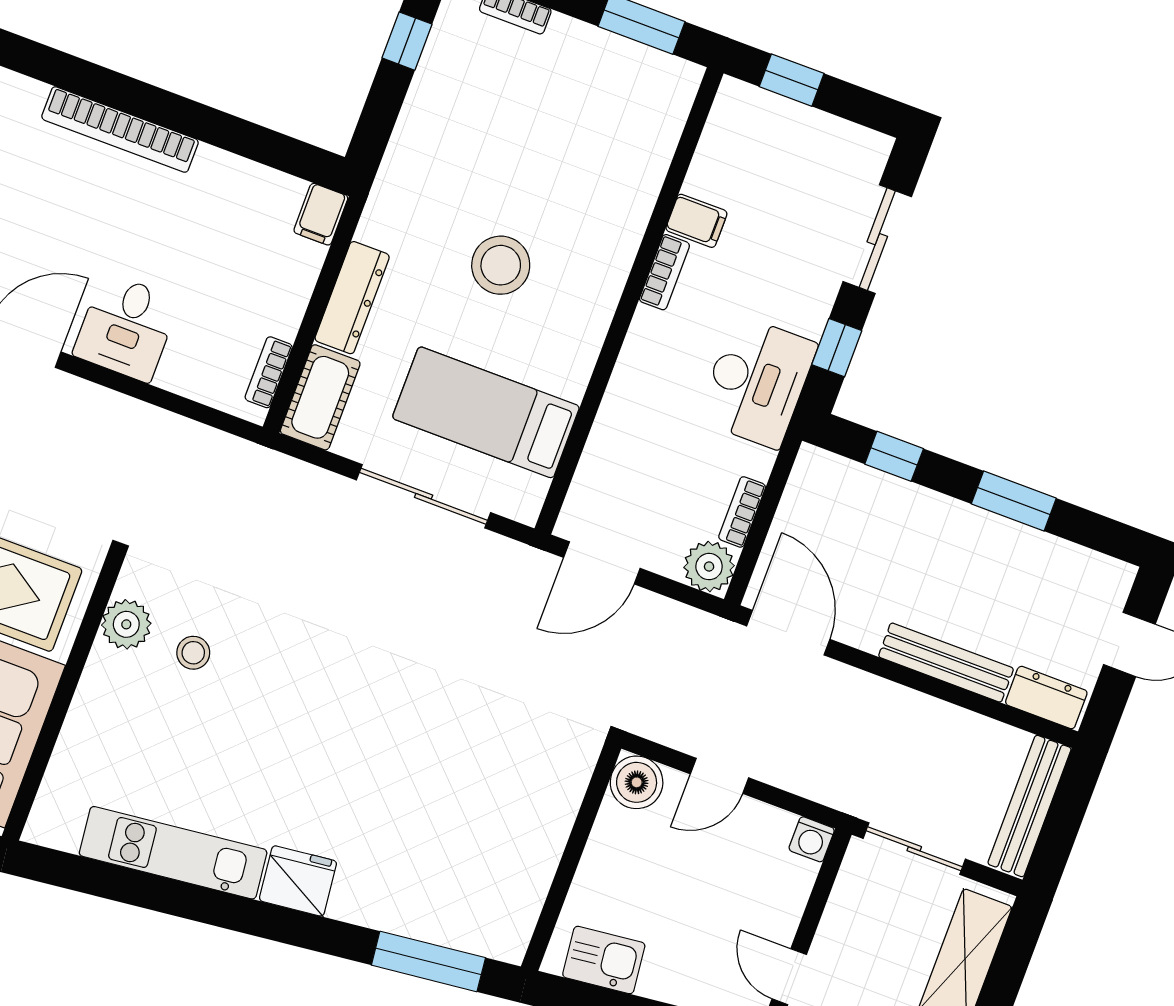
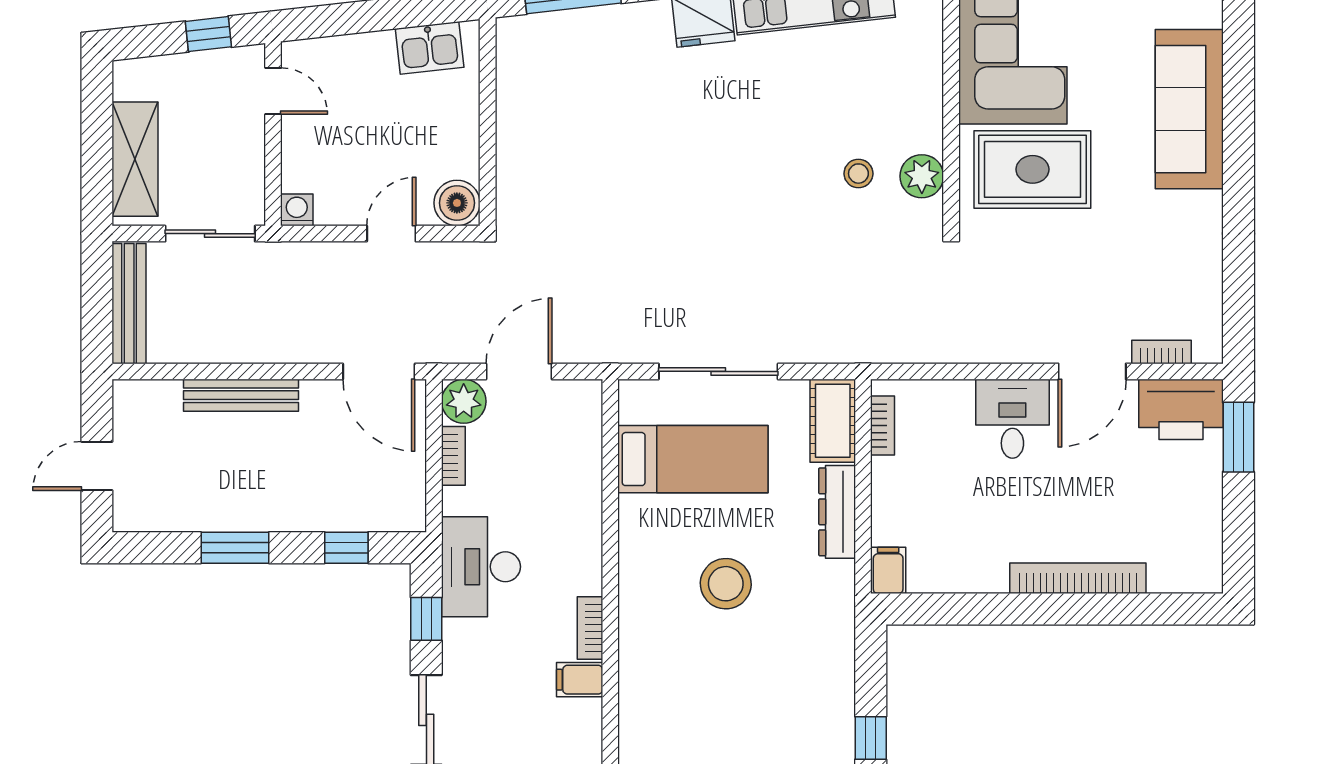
door: (602, 563) -> (519, 371), moved
dresser: (1046, 698) -> (148, 397), removed

